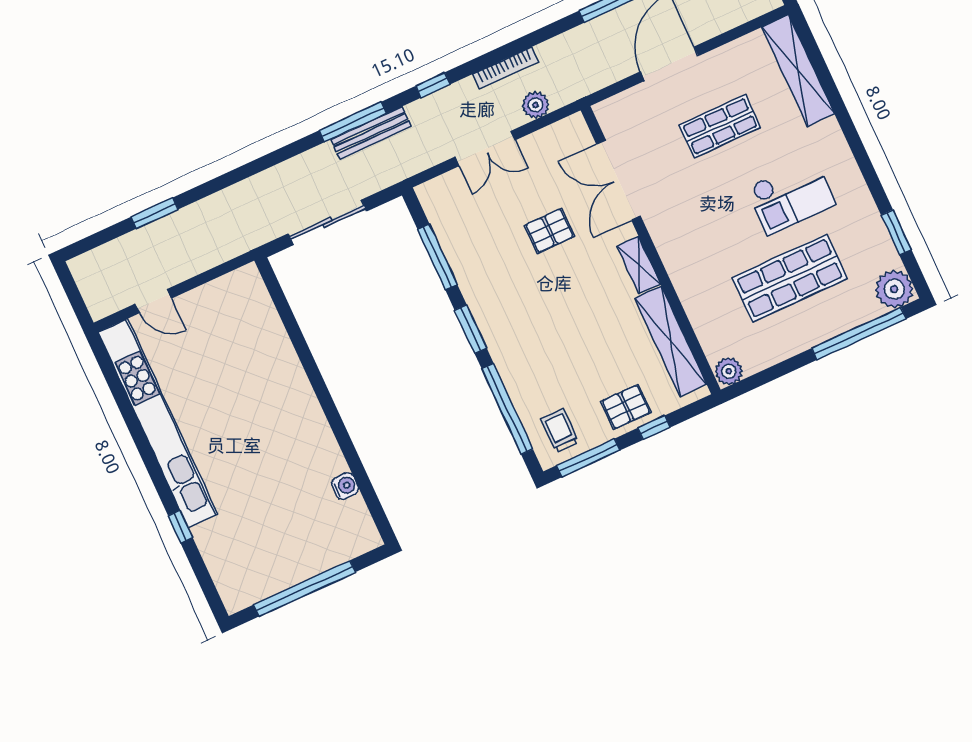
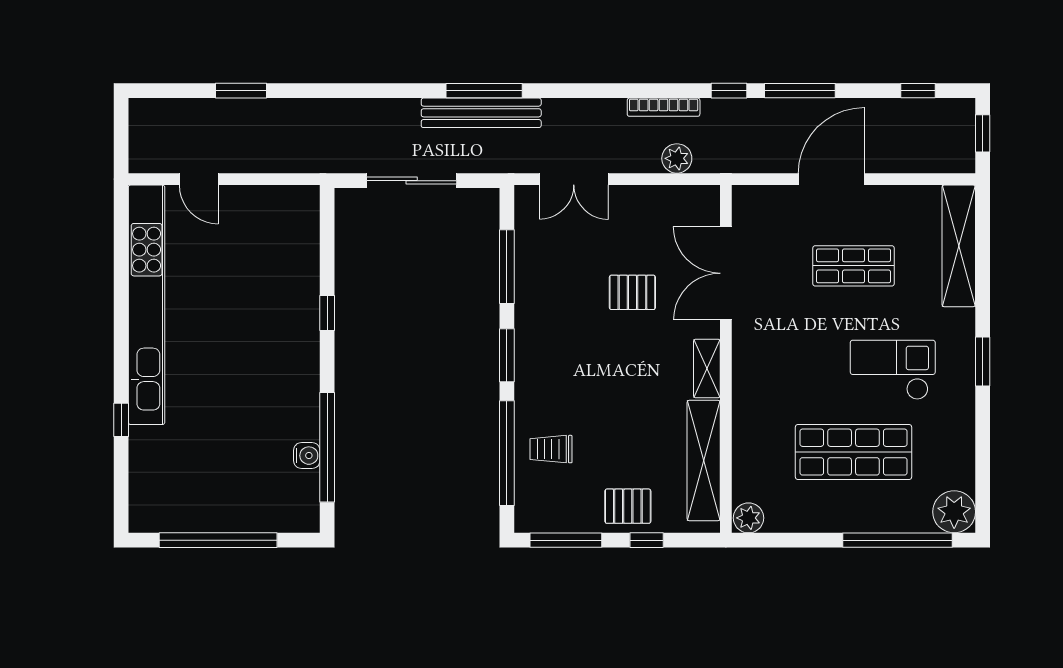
window: (433, 85) -> (729, 91), moved
bench: (371, 133) -> (481, 113), width x1.37, depth x1.21
double door: (485, 149) -> (574, 179), moved
checkout: (791, 196) -> (893, 370), turned 180
window: (896, 232) -> (983, 361), moved
window: (308, 362) -> (327, 313), added
trolley: (560, 431) -> (551, 449), moved, turned -90
window: (359, 472) -> (327, 447), added

